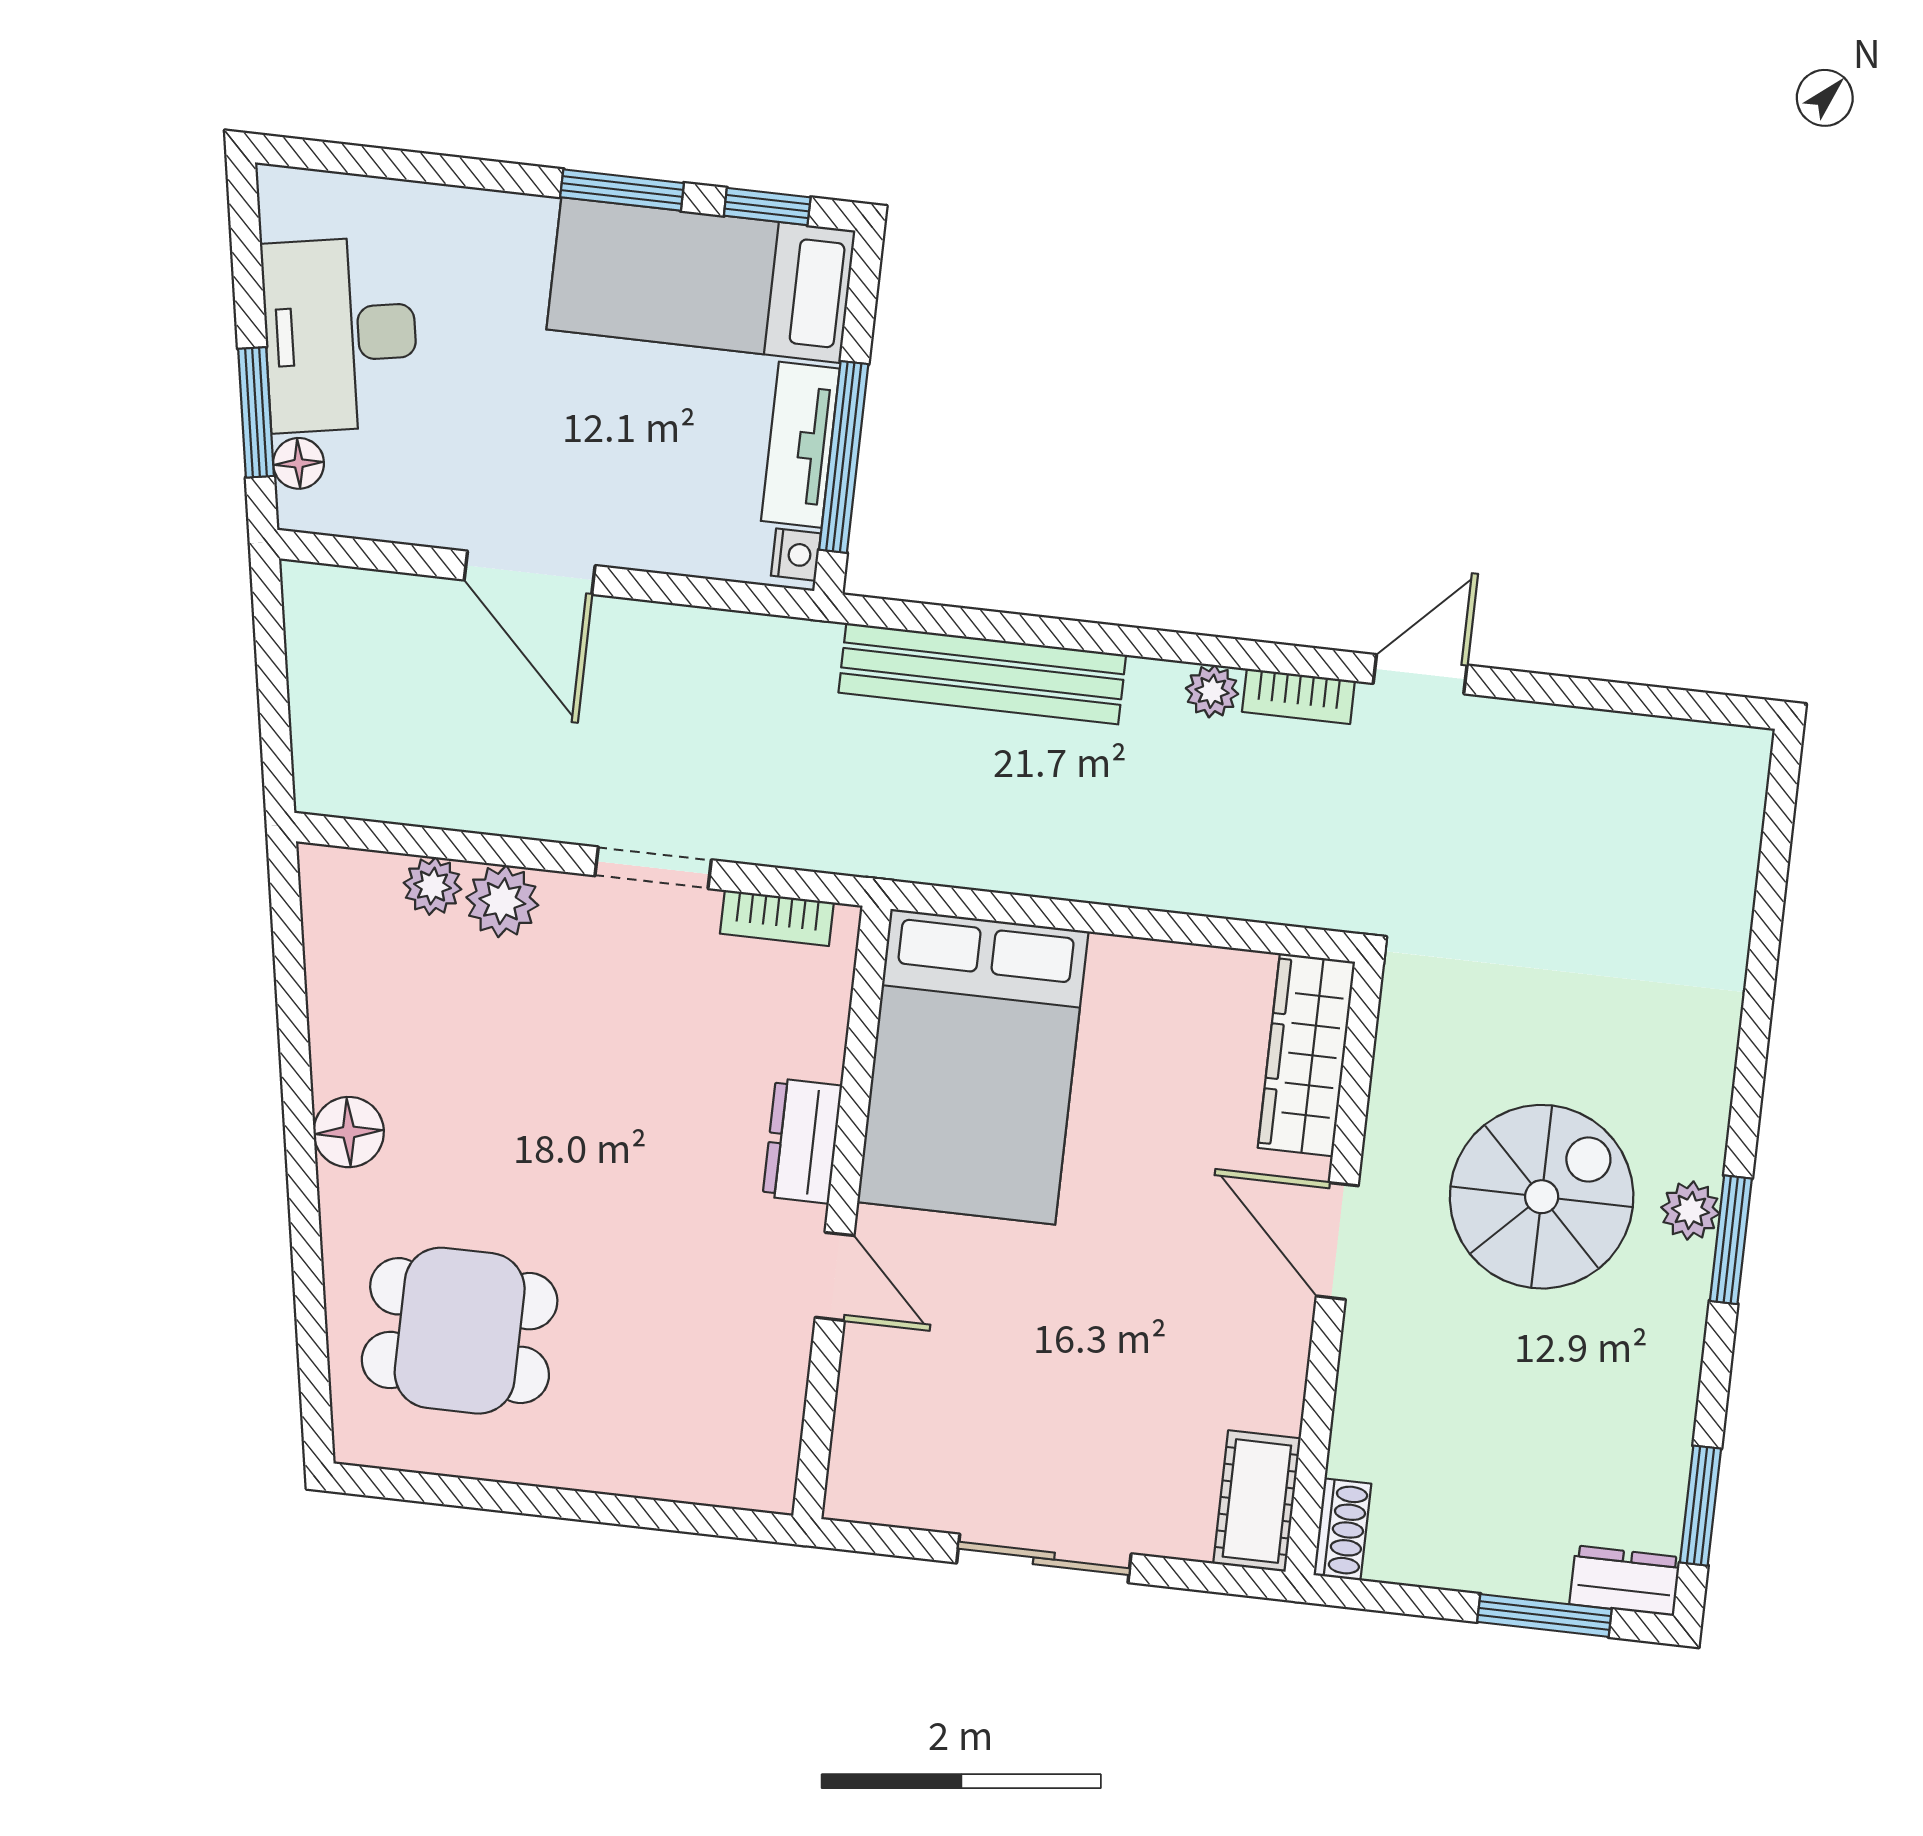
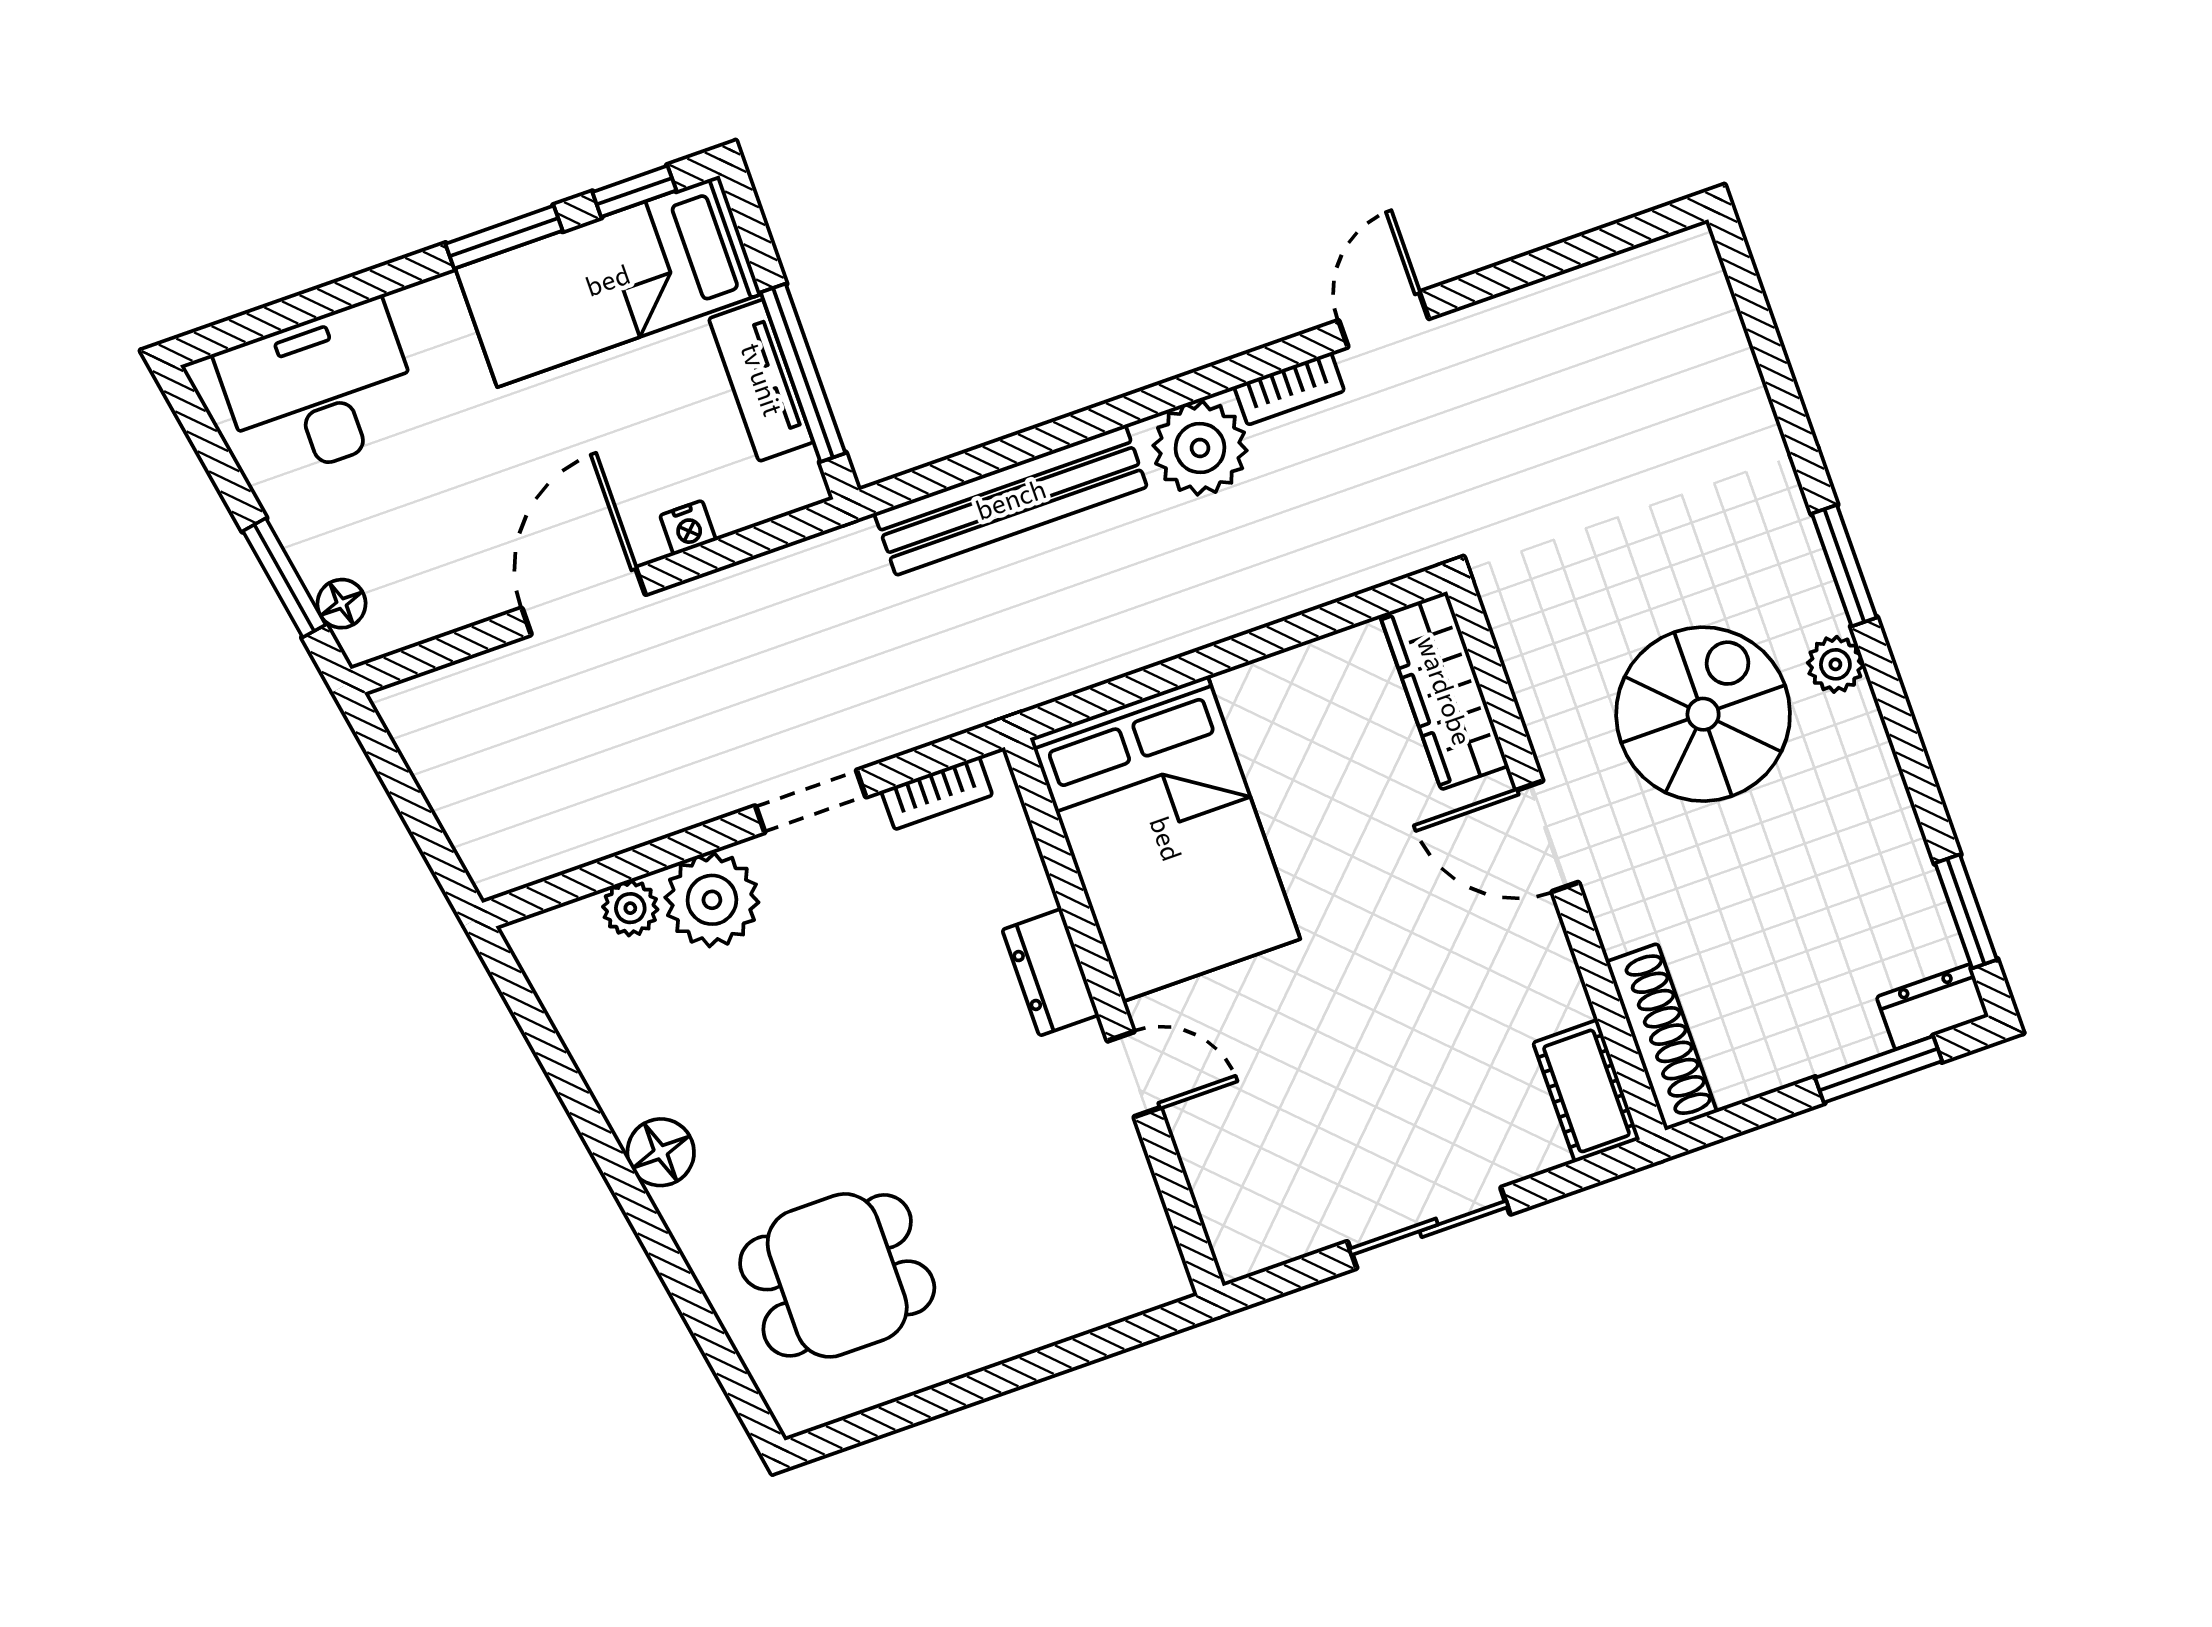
desk: (340, 334) -> (320, 391), moved, turned 100
nightstand: (796, 555) -> (688, 528), moved, turned 90
door: (530, 573) -> (584, 601), swing flipped
plant: (1212, 691) -> (1200, 448), width x1.87, depth x1.87
plant: (502, 901) -> (712, 900), width x1.36, depth x1.36
window: (1731, 1240) -> (1844, 566), moved
shoe rack: (1342, 1529) -> (1661, 1037), width x1.94, depth x1.24

